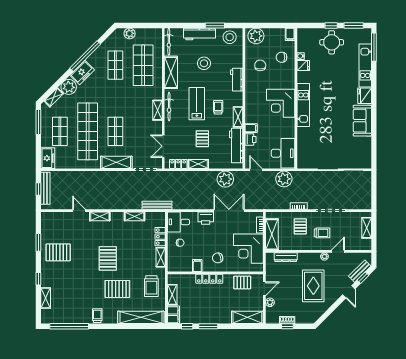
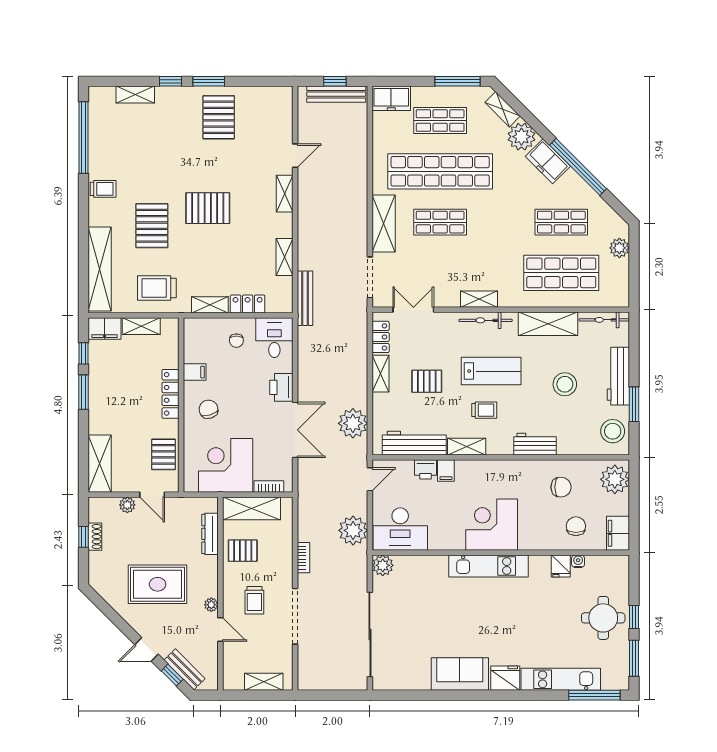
filing cabinet: (290, 34) -> (618, 533), width x2.00
plant: (303, 163) -> (383, 565), added
pallet: (300, 226) -> (243, 551), moved
window: (38, 242) -> (209, 81), moved

